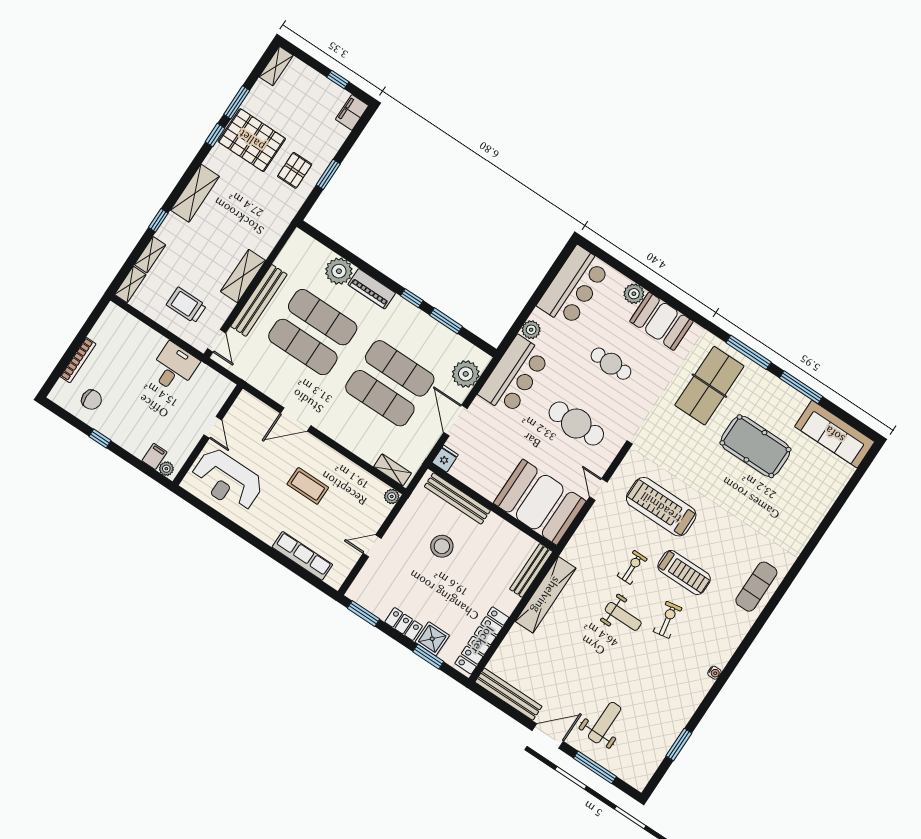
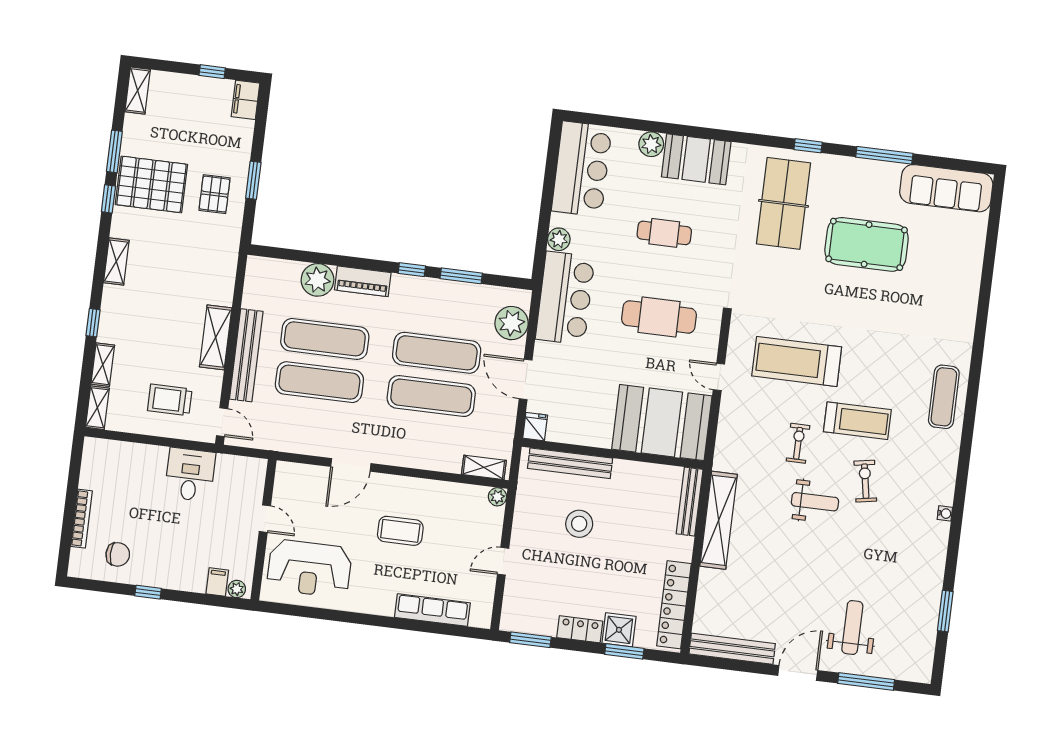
shelving: (195, 193) -> (116, 262), width x0.67, depth x0.75
window: (749, 352) -> (808, 146), width x0.46

